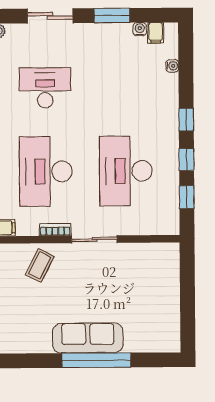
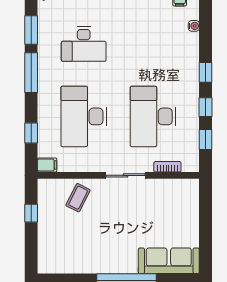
desk: (45, 88) -> (84, 44), turned 180
bookcase: (55, 230) -> (167, 167), moved
sofa: (88, 338) -> (169, 261), moved

